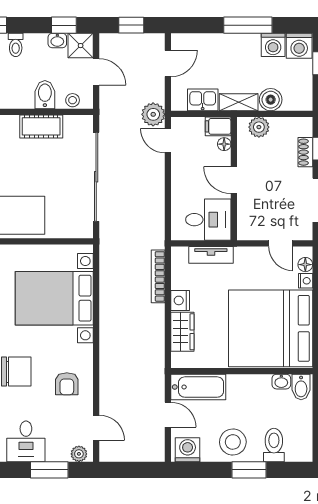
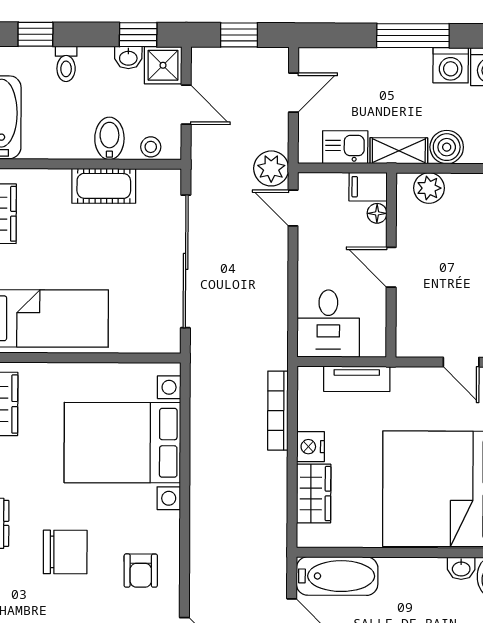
desk: (208, 220) -> (328, 324), moved, turned 90

